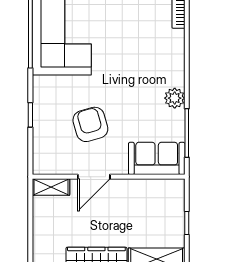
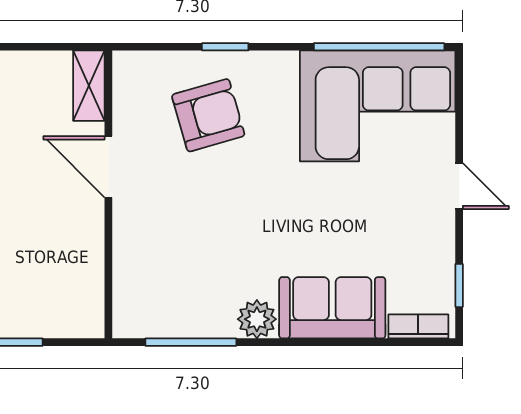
armchair: (90, 124) -> (208, 115), moved
sofa: (157, 158) -> (332, 308), moved, turned -90

